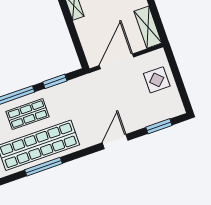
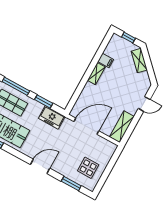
display table: (157, 80) -> (88, 168), moved
freezer: (77, 87) -> (52, 117), added

